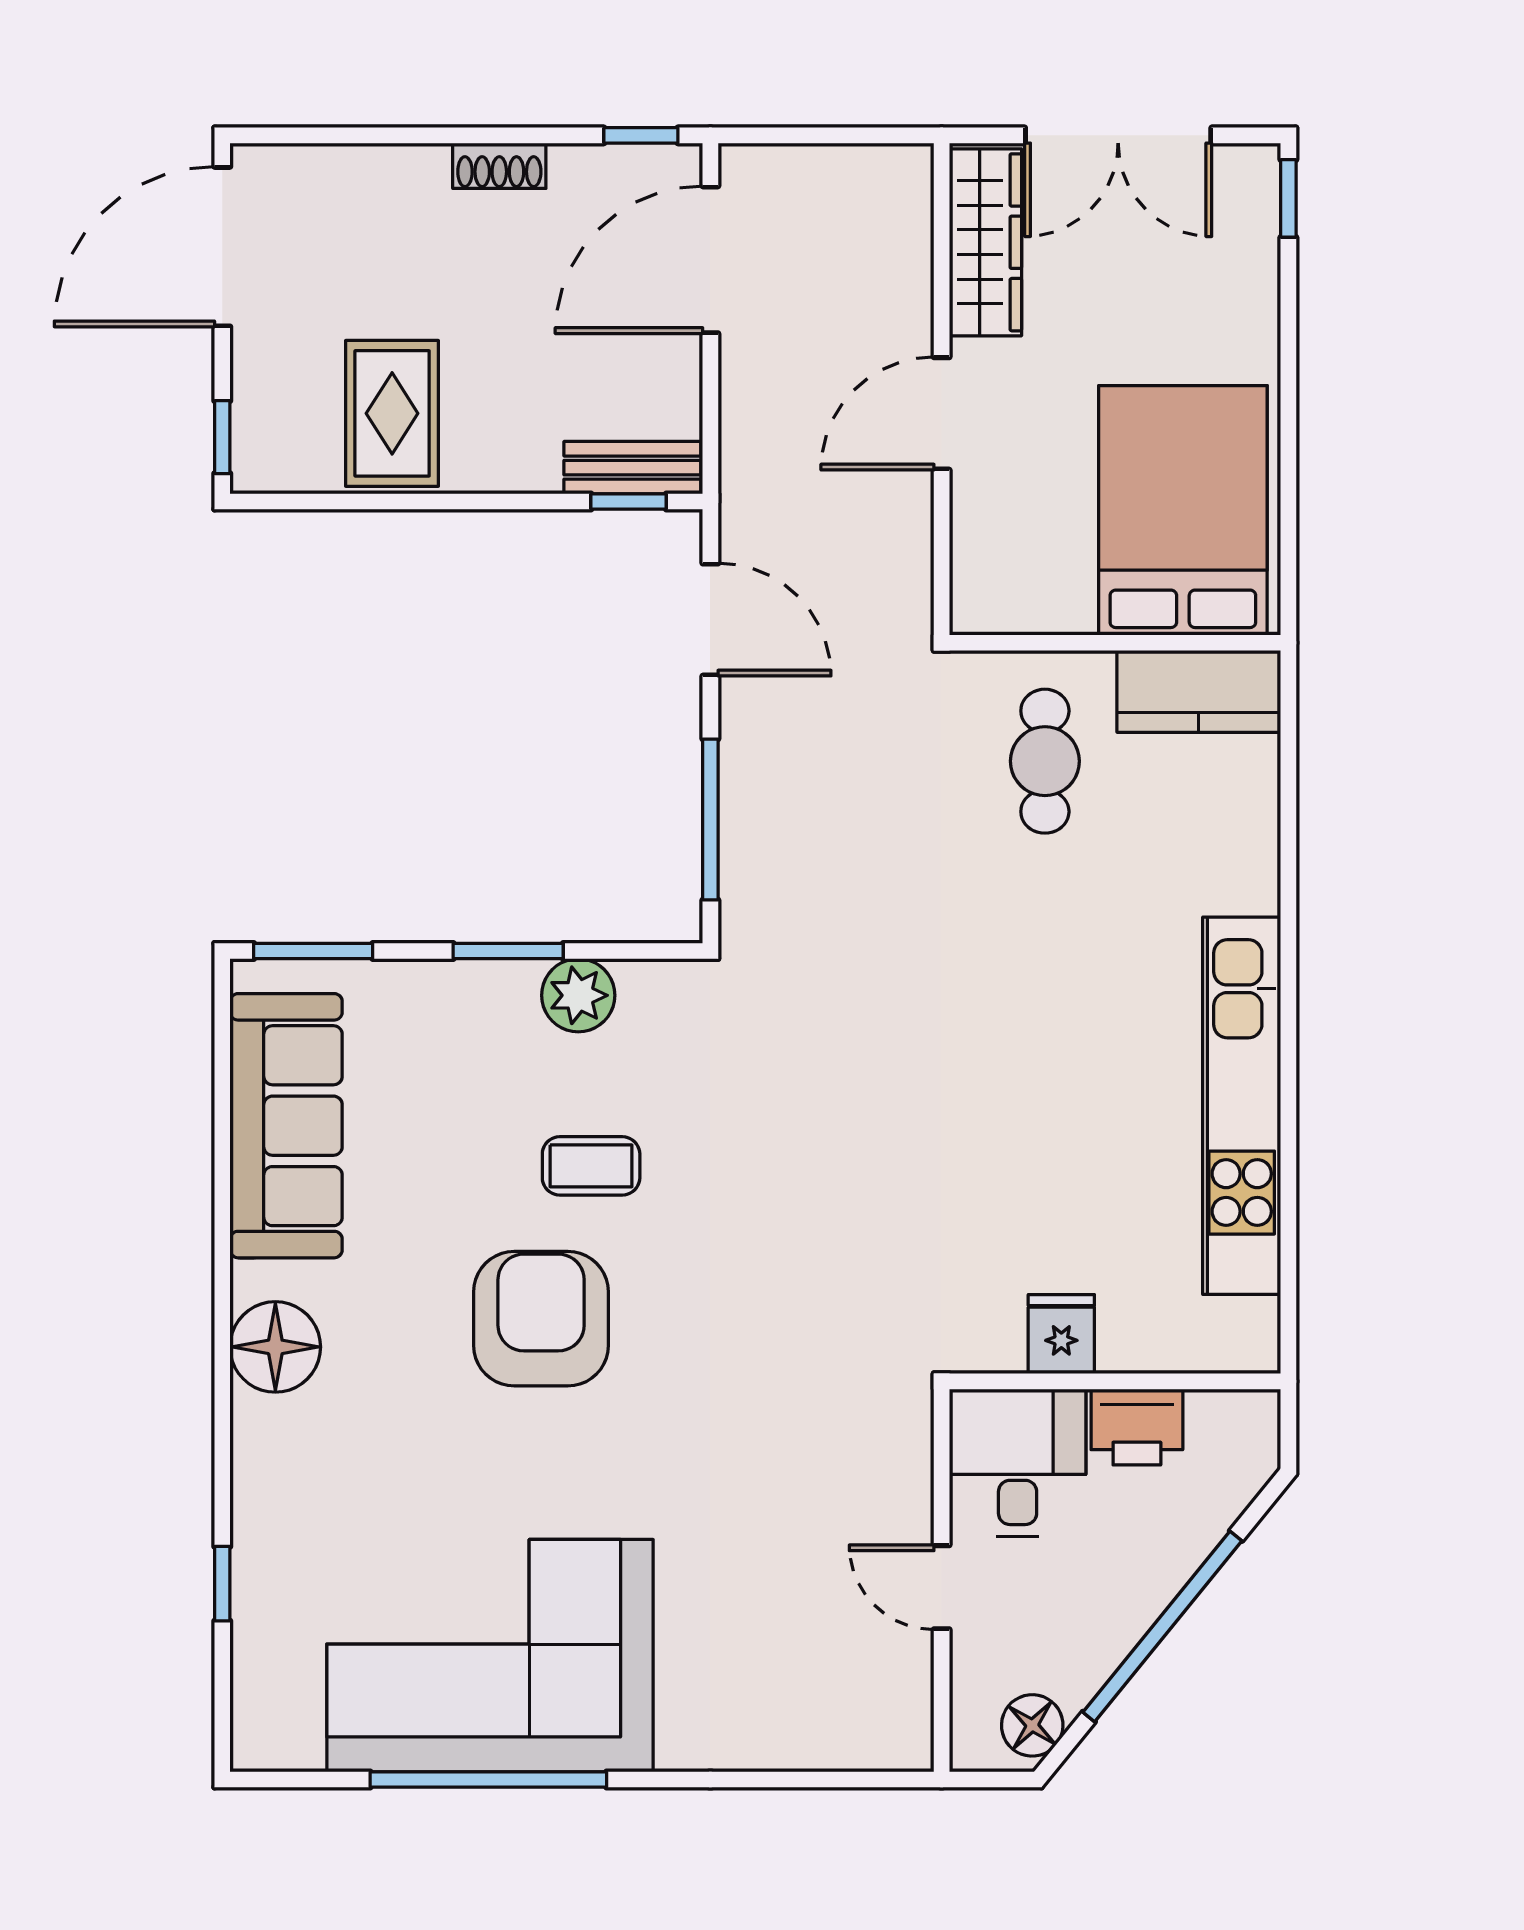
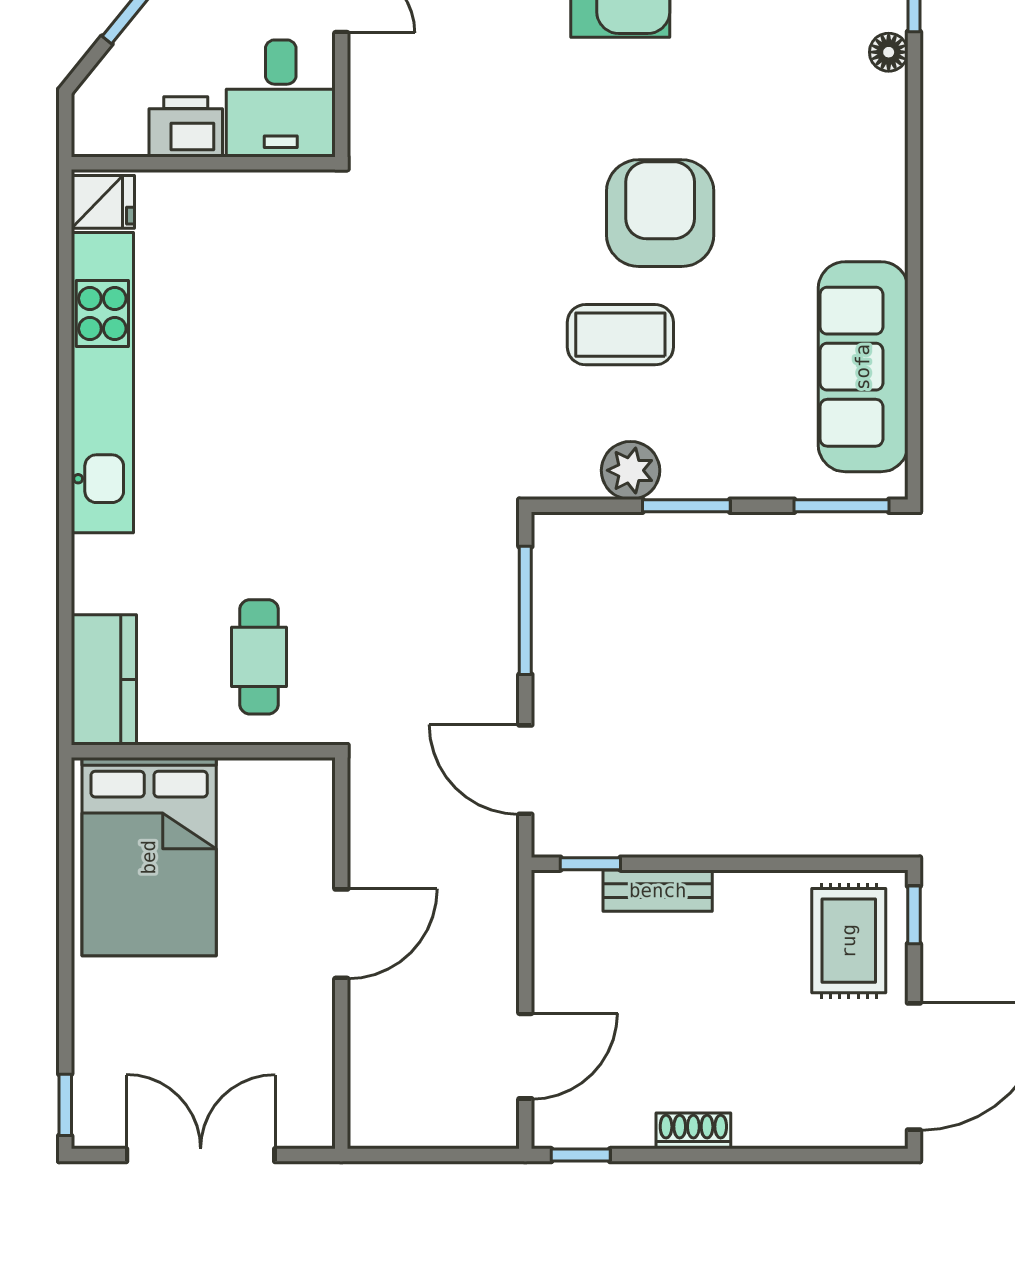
wardrobe: (985, 242) -> (306, 1070), removed
door: (710, 260) -> (525, 1056), width x0.73
rug: (392, 413) -> (849, 941), moved
bench: (632, 468) -> (658, 891), moved
kitchen counter: (1199, 691) -> (104, 680), moved, turned 90
coffee table: (591, 1166) -> (620, 335), width x1.36, depth x1.30
armchair: (541, 1319) -> (660, 213), turned 180
fridge: (1061, 1334) -> (103, 202), moved, turned -90
floor lamp: (275, 1347) -> (889, 52), moved, width x0.53, depth x0.53

